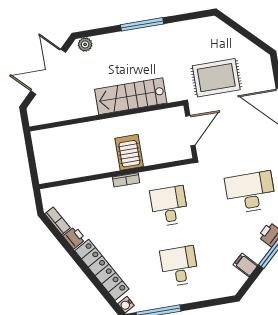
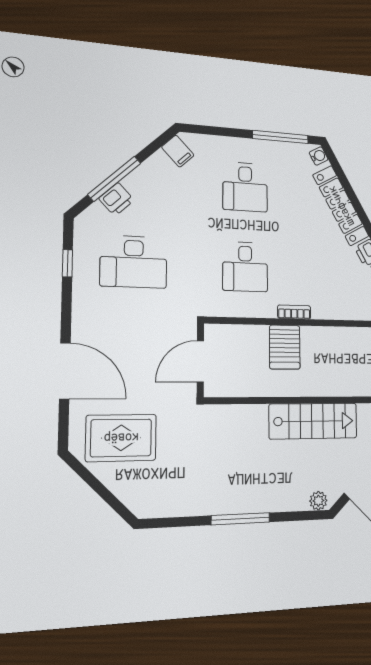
rug: (216, 78) -> (121, 438), moved
stairs: (131, 96) -> (313, 421), moved
filing cabinet: (246, 265) -> (178, 151), moved

